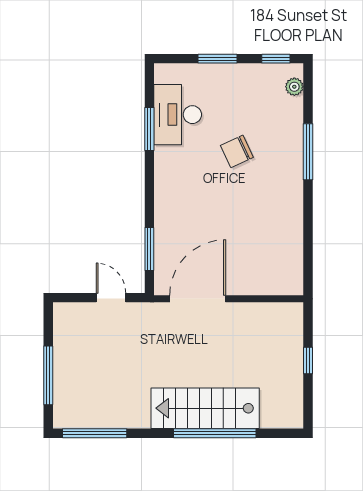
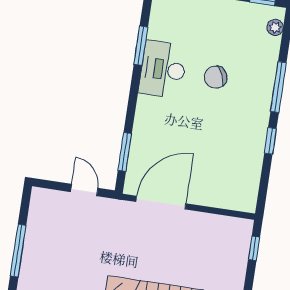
desk: (178, 115) -> (163, 69), moved
window: (308, 213) -> (270, 141), added
window: (308, 361) -> (254, 248), moved

